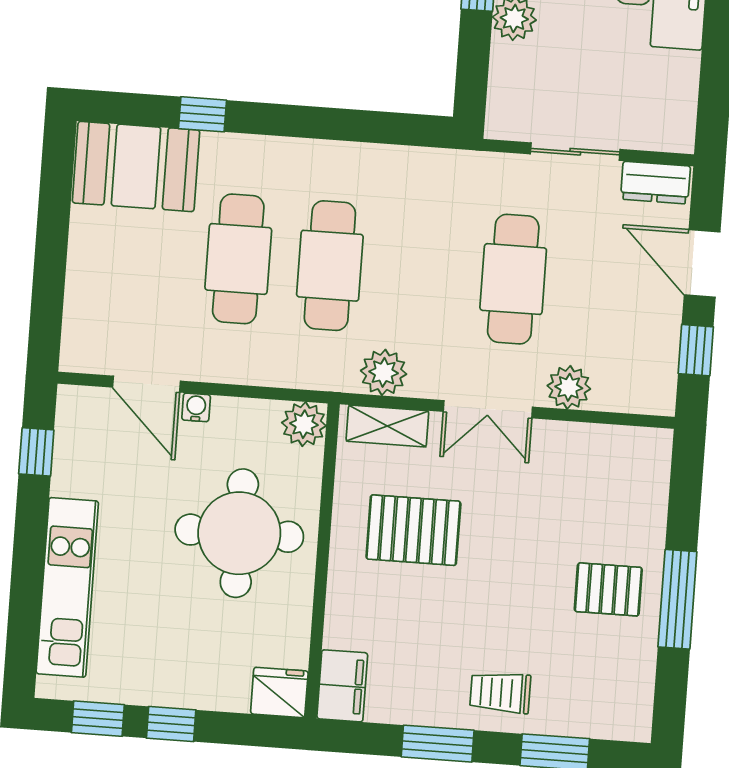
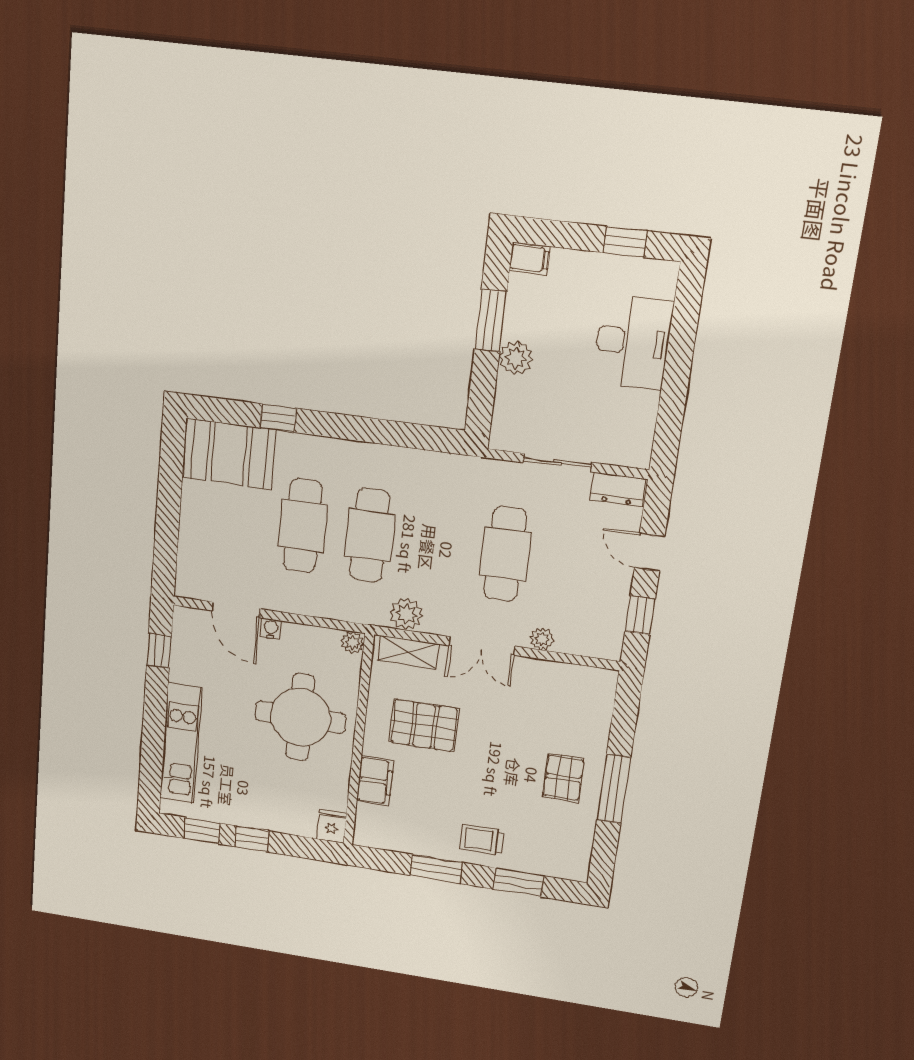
door: (702, 263) -> (650, 552), width x0.73
plant: (569, 387) -> (542, 639), width x0.73, depth x0.73
plant: (304, 424) -> (353, 643), width x0.73, depth x0.73
pallet: (608, 589) -> (563, 778), turned 90
filing cabinet: (342, 686) -> (375, 781), moved
fridge: (279, 692) -> (332, 826), width x0.72

